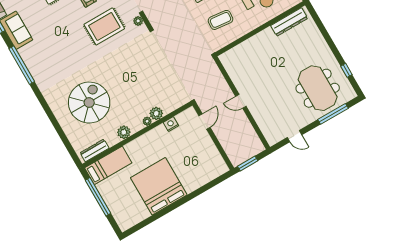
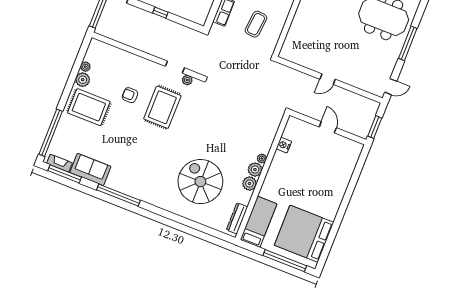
plant: (156, 113) -> (255, 170), moved
window: (333, 114) -> (408, 43), moved
door: (204, 121) -> (328, 127), moved
door: (295, 136) -> (391, 87), moved
bed: (159, 186) -> (304, 234), moved
window: (98, 197) -> (285, 261), moved

